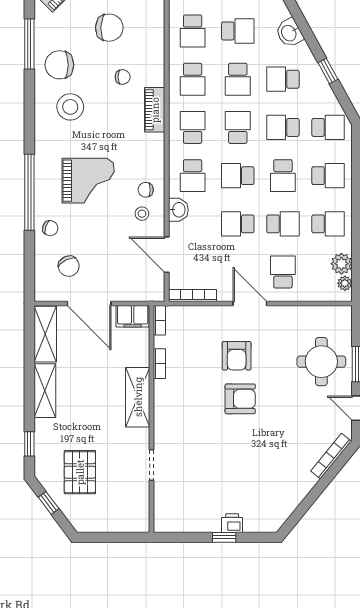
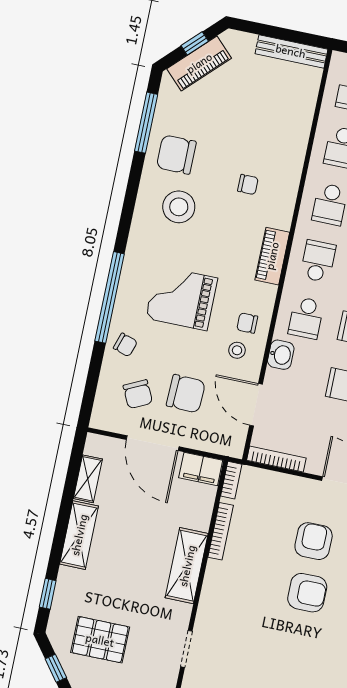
chair: (109, 28) -> (186, 394), moved
piano: (155, 110) -> (272, 256), moved
grand piano: (88, 181) -> (182, 298), turned 180
shelving: (45, 334) -> (88, 479), width x0.67, depth x0.75
armchair: (237, 356) -> (314, 541), turned 180
bookcase: (159, 364) -> (221, 531), width x1.56
pallet: (80, 472) -> (100, 640), turned 90

